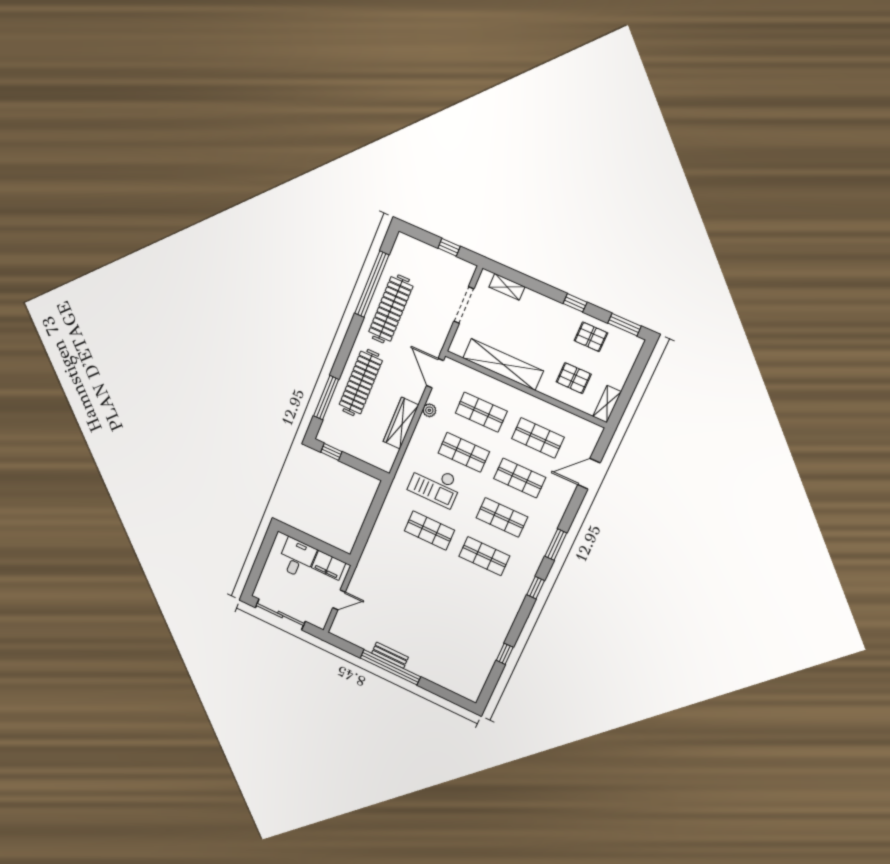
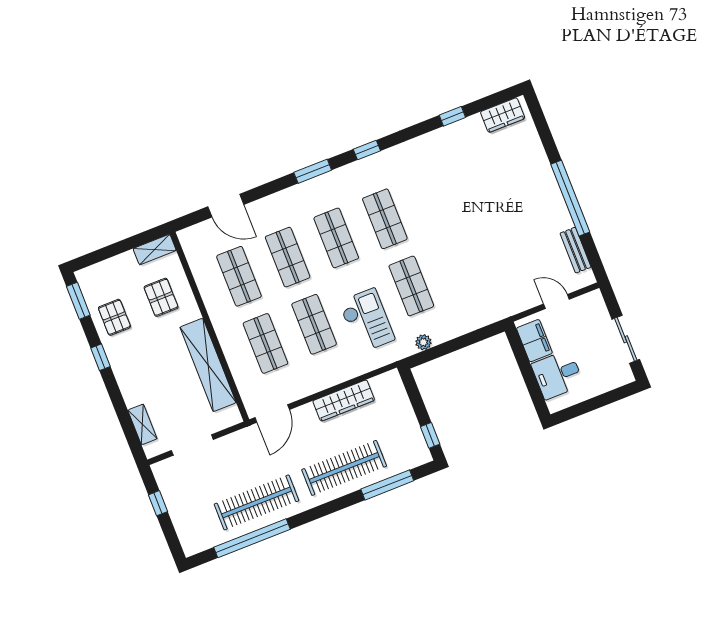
plant: (429, 410) -> (423, 342), moved
sliding door: (280, 614) -> (626, 339), width x0.73
bench: (390, 655) -> (576, 250), moved
wardrobe: (476, 681) -> (503, 115), added

